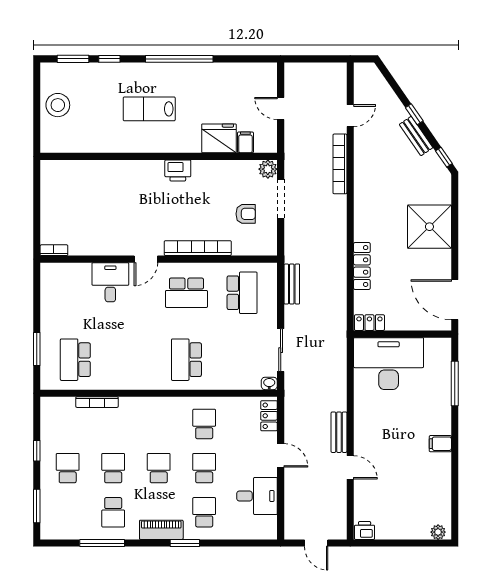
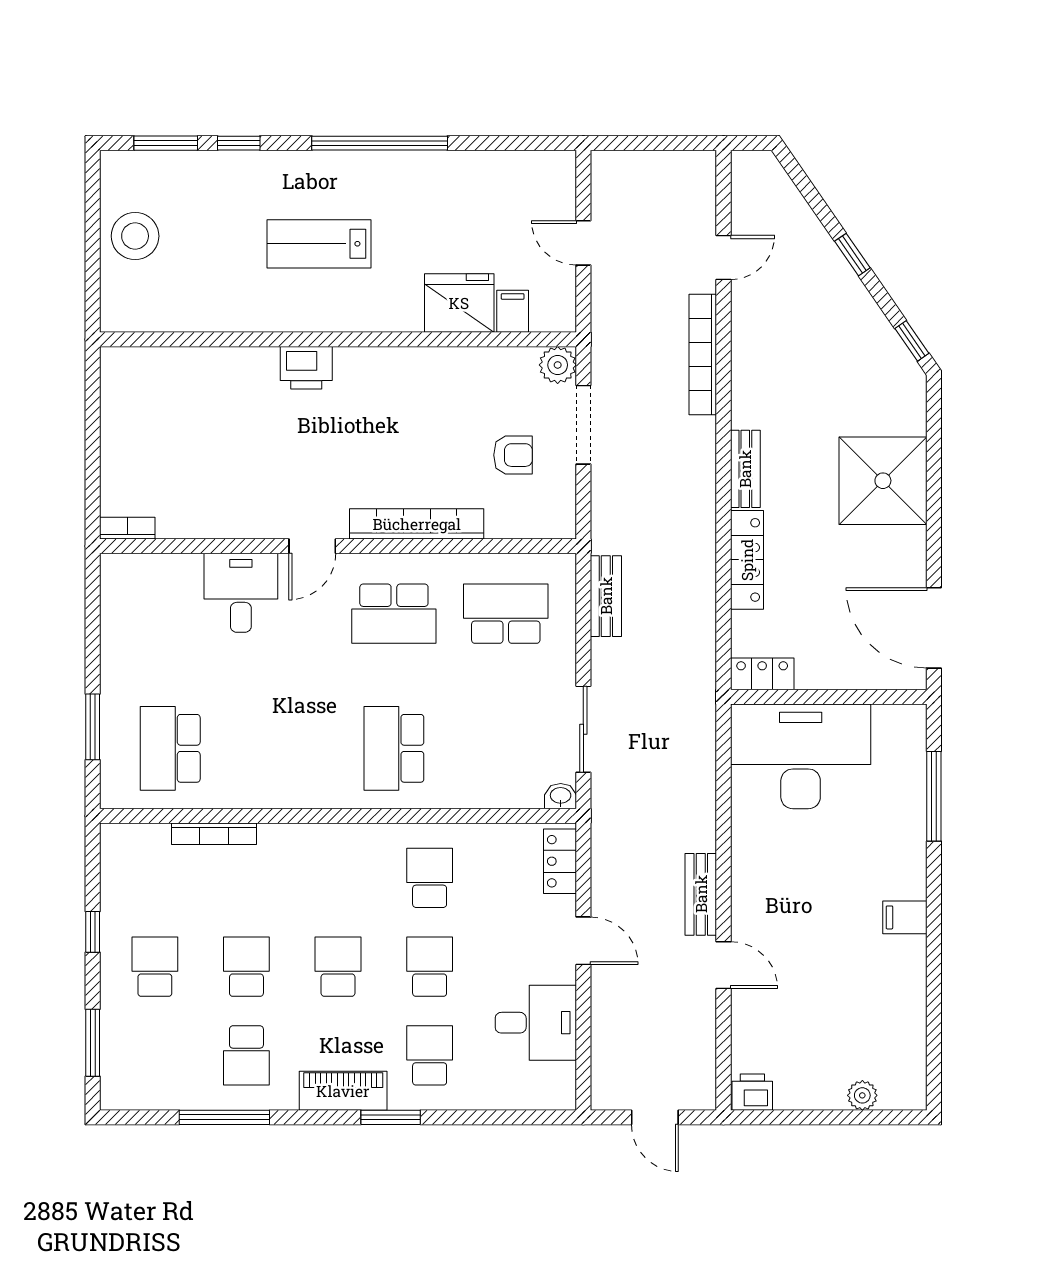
bench: (416, 136) -> (745, 469), moved, turned 35
printer: (178, 170) -> (306, 368), moved
school desk: (242, 293) -> (506, 614), turned -90
plant: (438, 532) -> (862, 1095), moved

